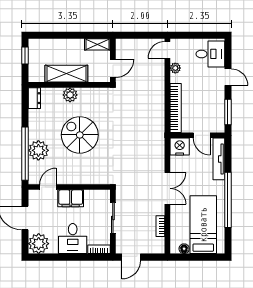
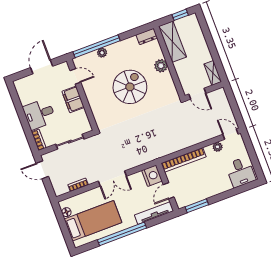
shelving: (66, 74) -> (173, 42), moved
door: (228, 77) -> (227, 195), removed
plant: (38, 150) -> (102, 53), width x0.53, depth x0.53
plant: (39, 244) -> (24, 87), removed

